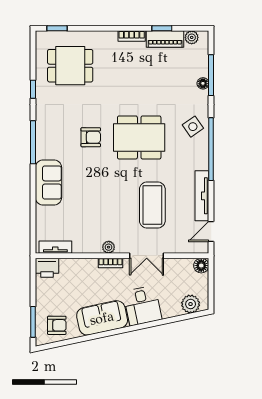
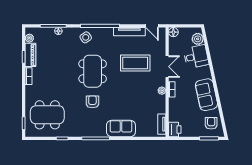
dining table: (70, 66) -> (47, 115), width x1.38
desk: (143, 306) -> (196, 57), moved

